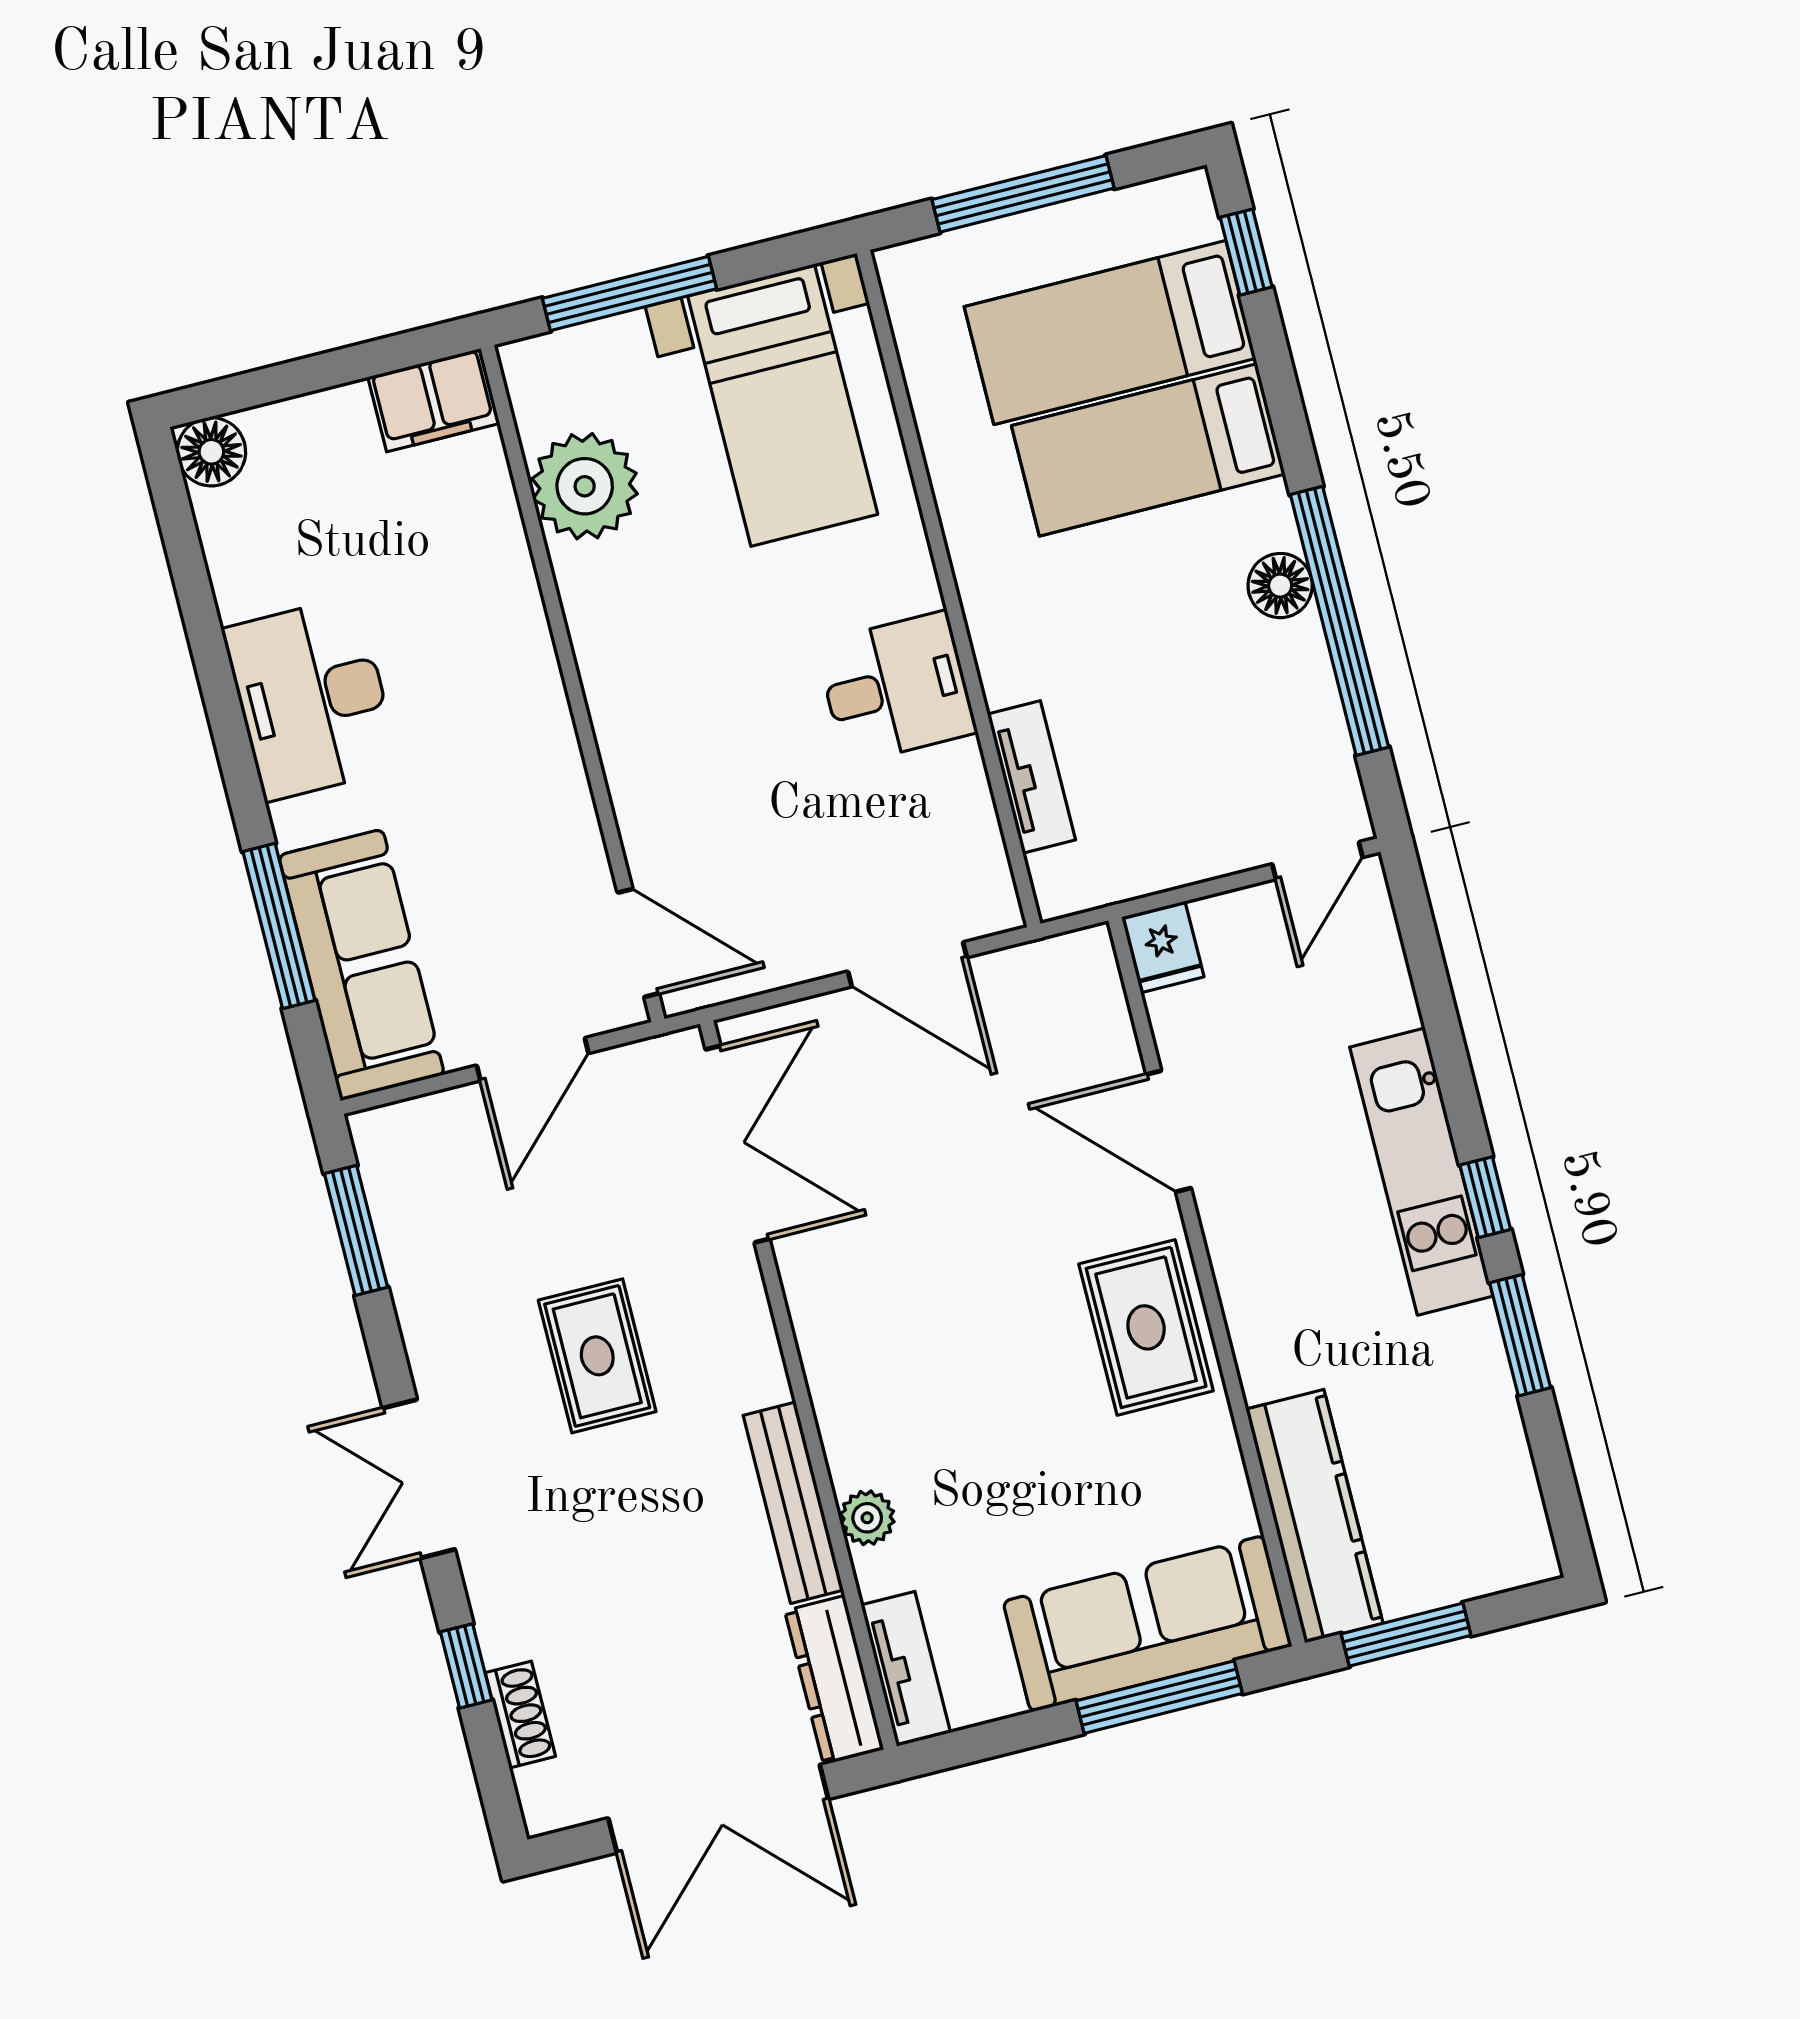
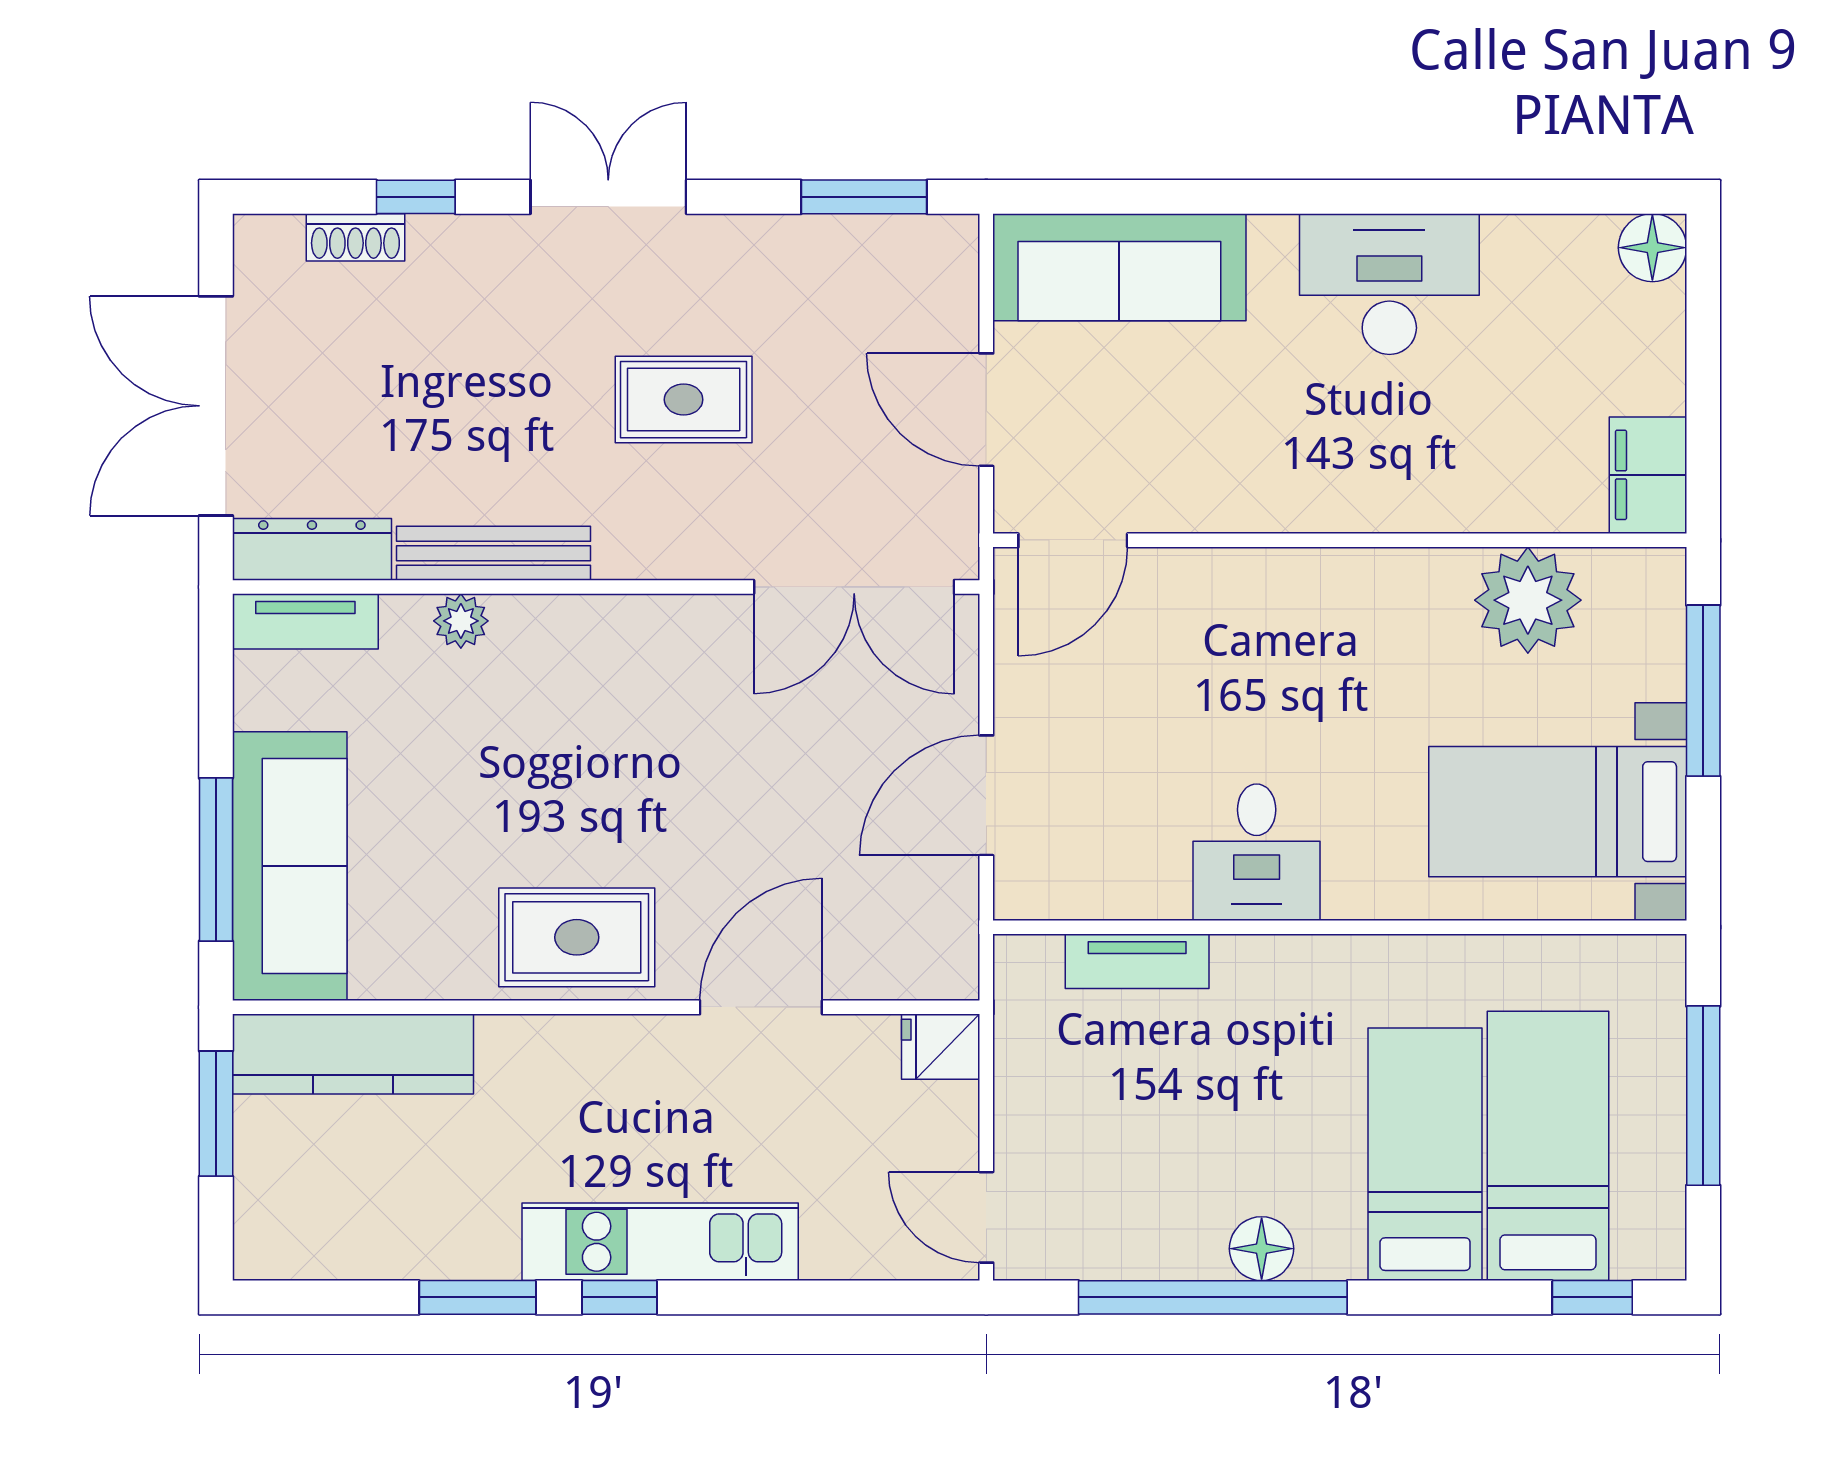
window: (279, 926) -> (1177, 197), removed

